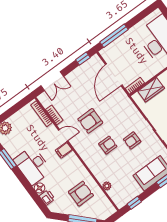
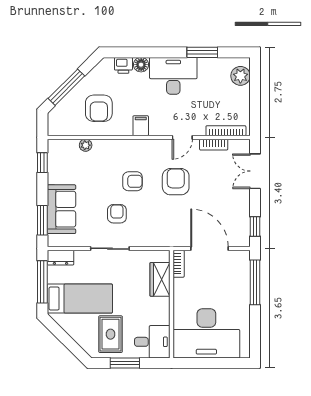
armchair: (108, 145) -> (133, 181), turned -90
filing cabinet: (64, 150) -> (141, 126), moved

